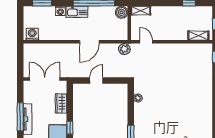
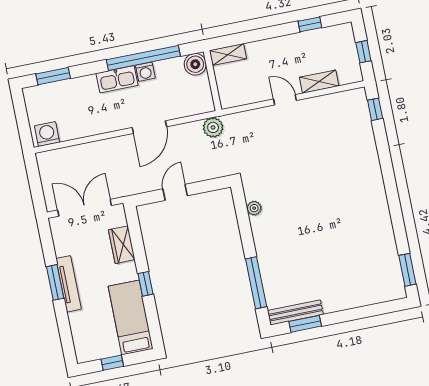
washing machine: (60, 11) -> (145, 72), moved
shelving: (198, 36) -> (319, 82), moved
door: (146, 42) -> (285, 100), moved
window: (20, 117) -> (55, 282), width x0.69

